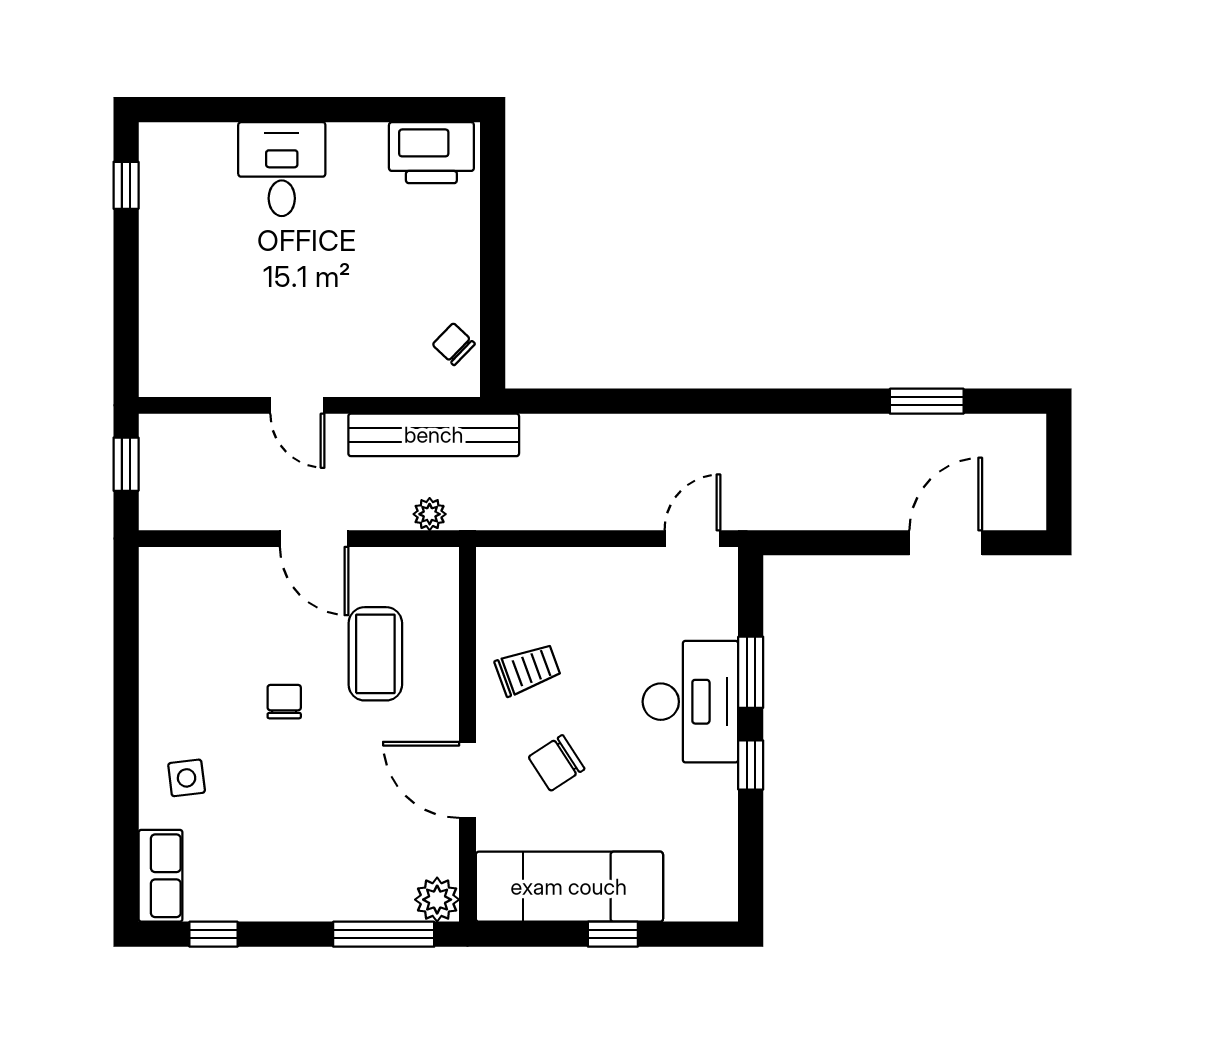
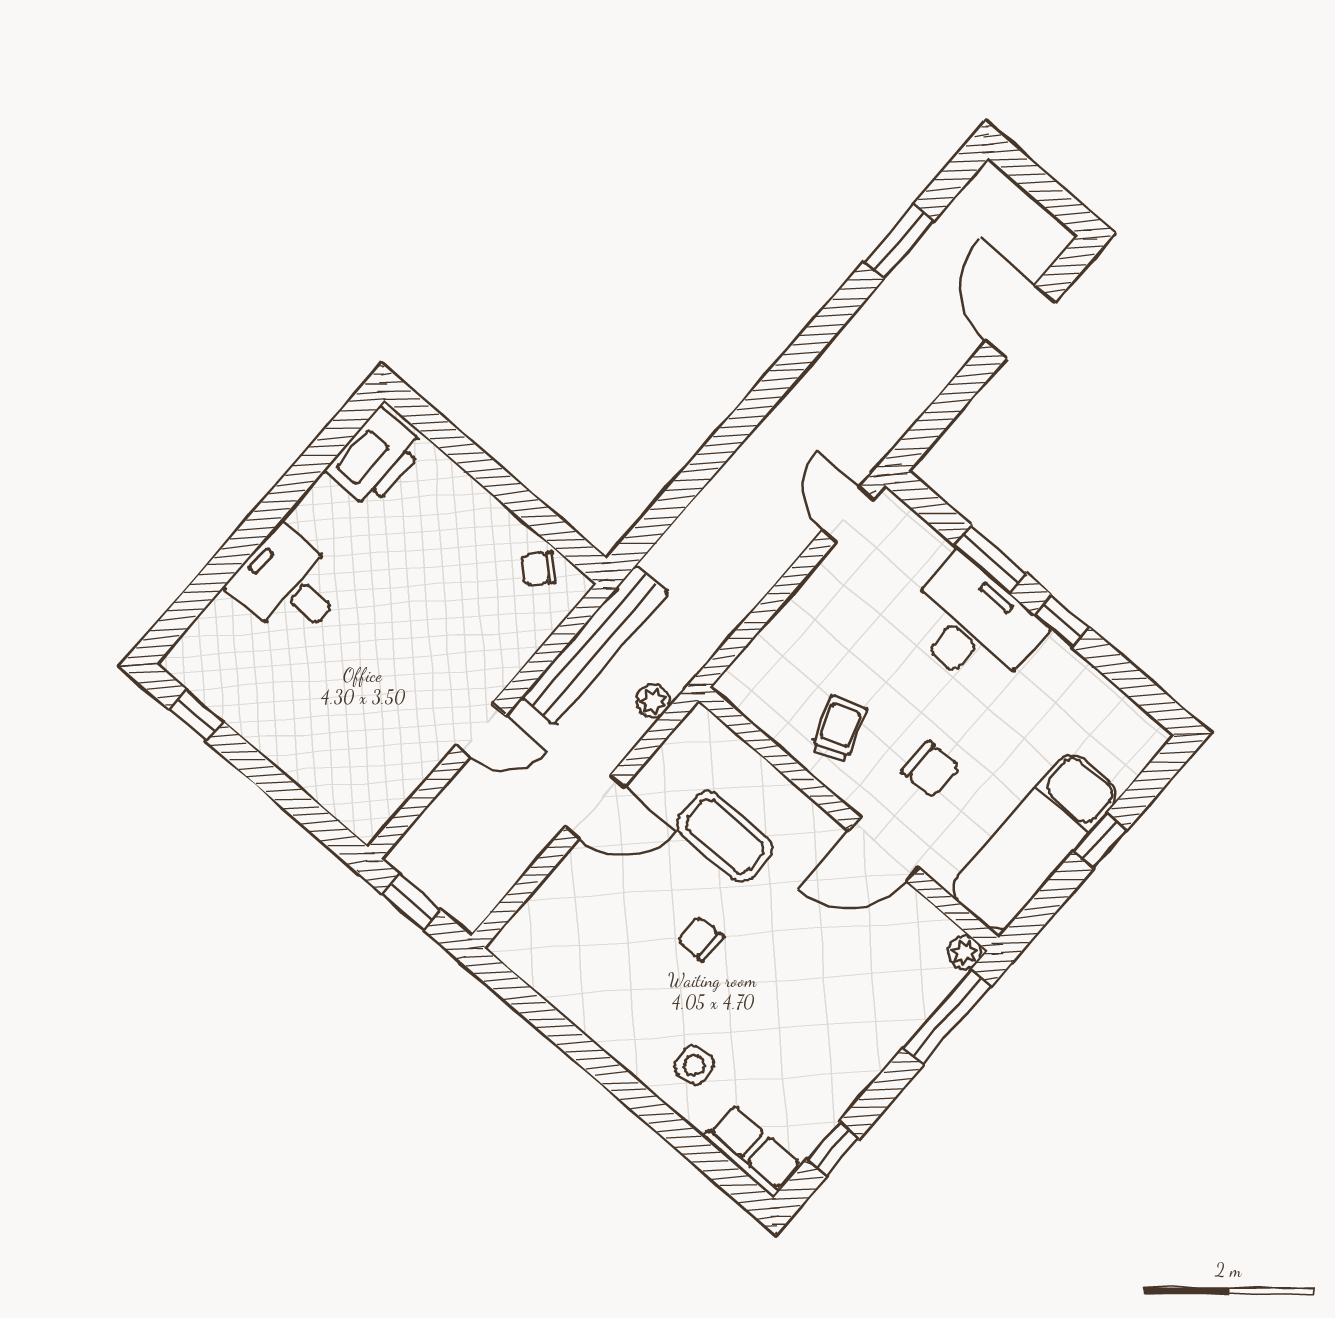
chair: (557, 763) -> (930, 769), turned -57
plant: (437, 900) -> (965, 952), width x0.73, depth x0.73

